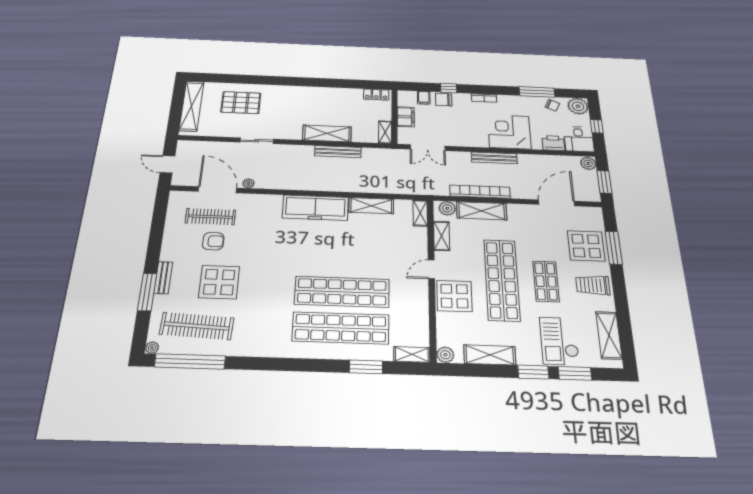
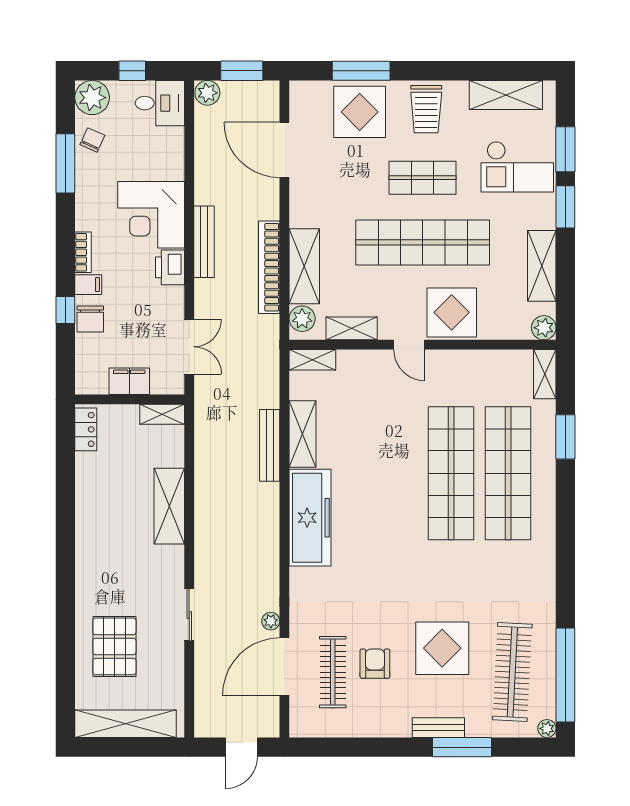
filing cabinet: (424, 98) -> (88, 285), moved
printer: (553, 143) -> (170, 267), moved
bench: (338, 152) -> (270, 445), moved

